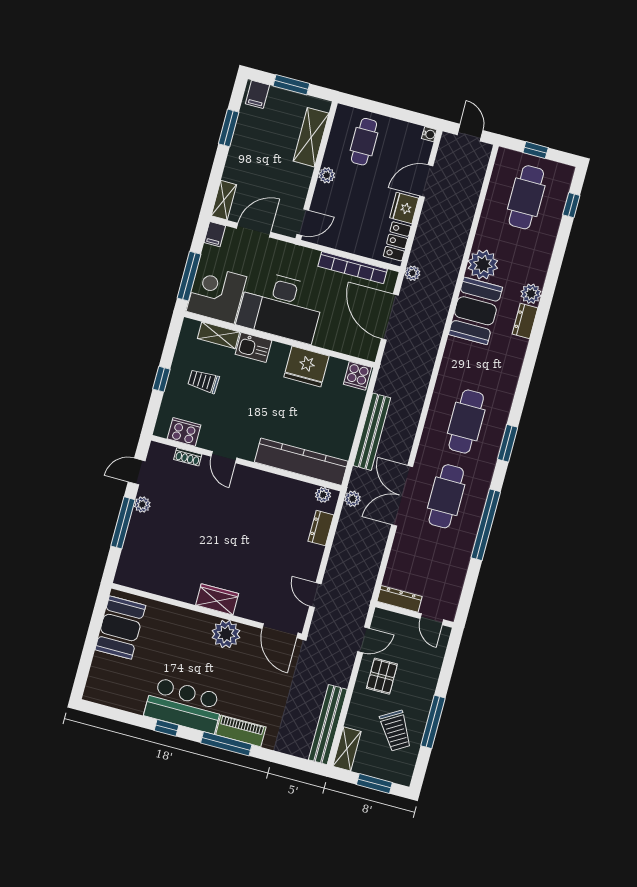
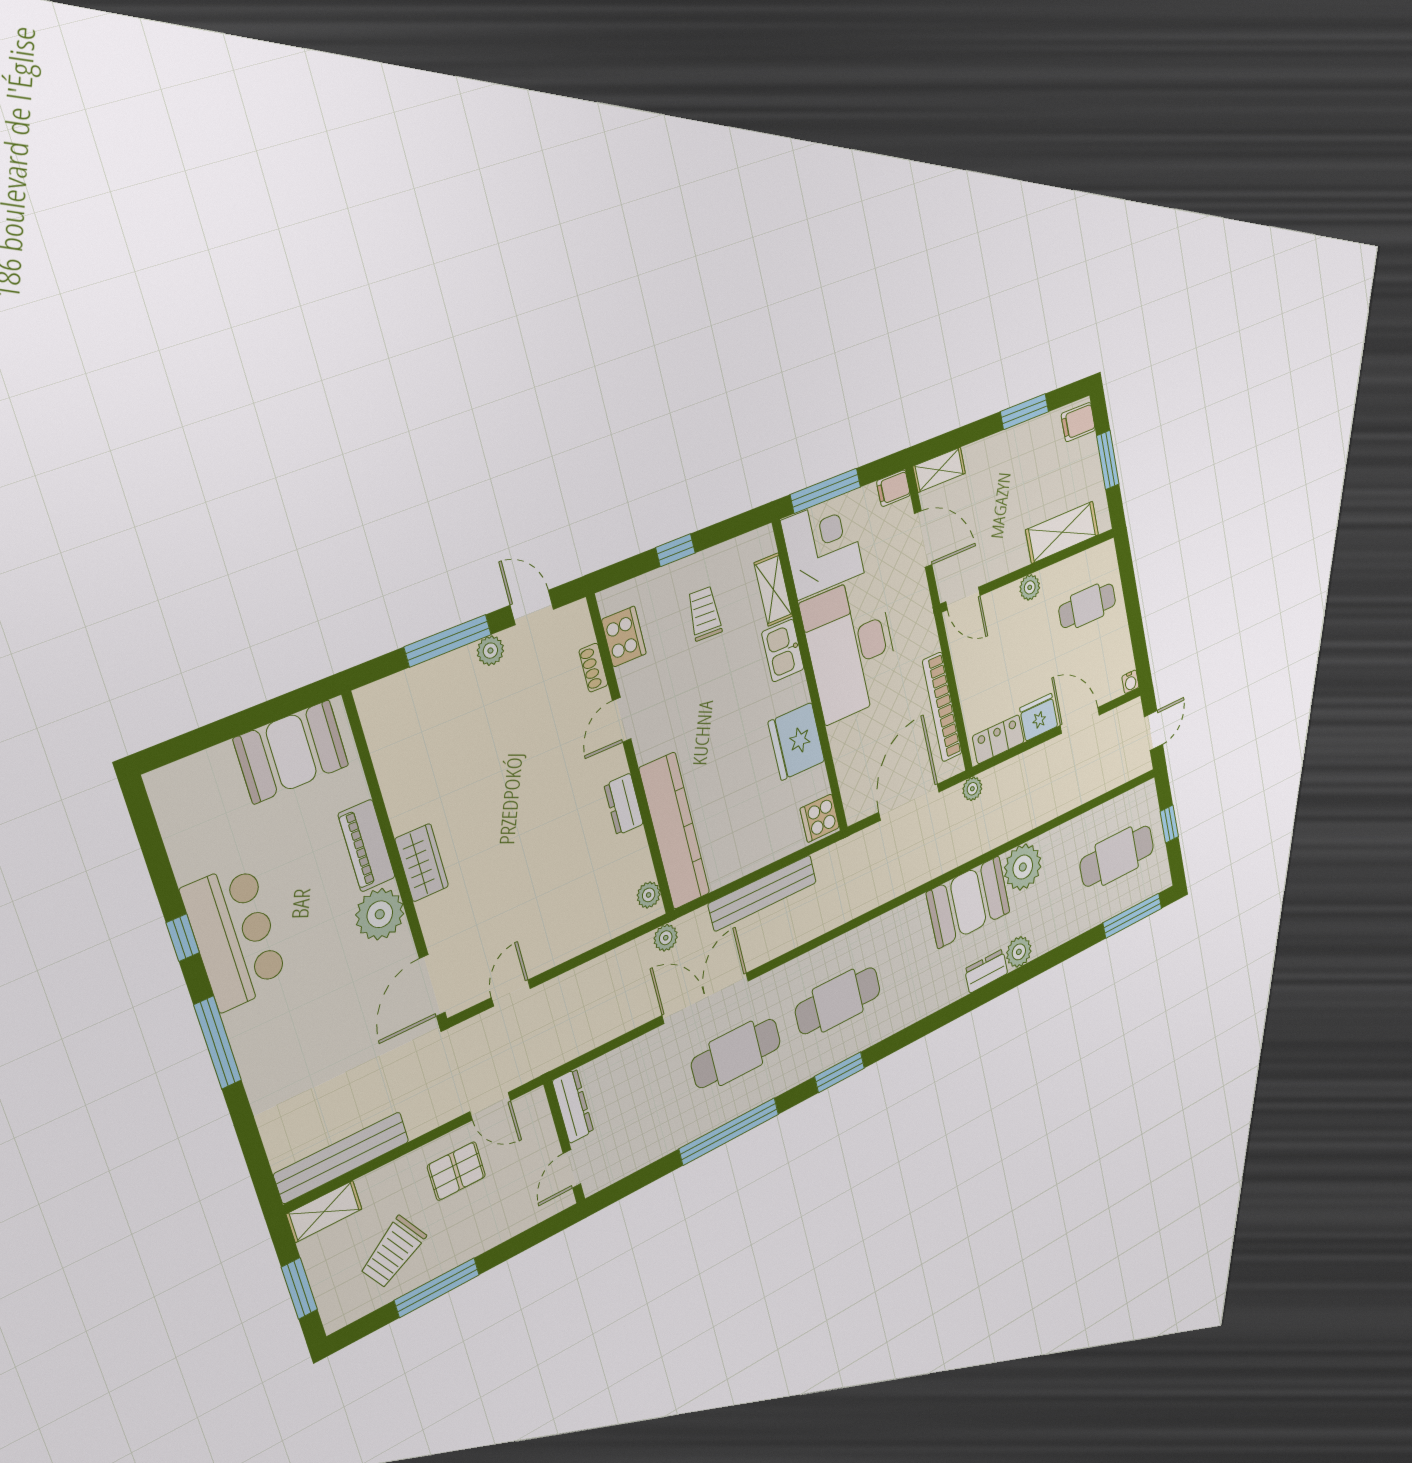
window: (571, 205) -> (1132, 916), width x2.17
dresser: (321, 528) -> (624, 804), moved, turned -90
piano: (241, 731) -> (367, 846), moved, turned 180

